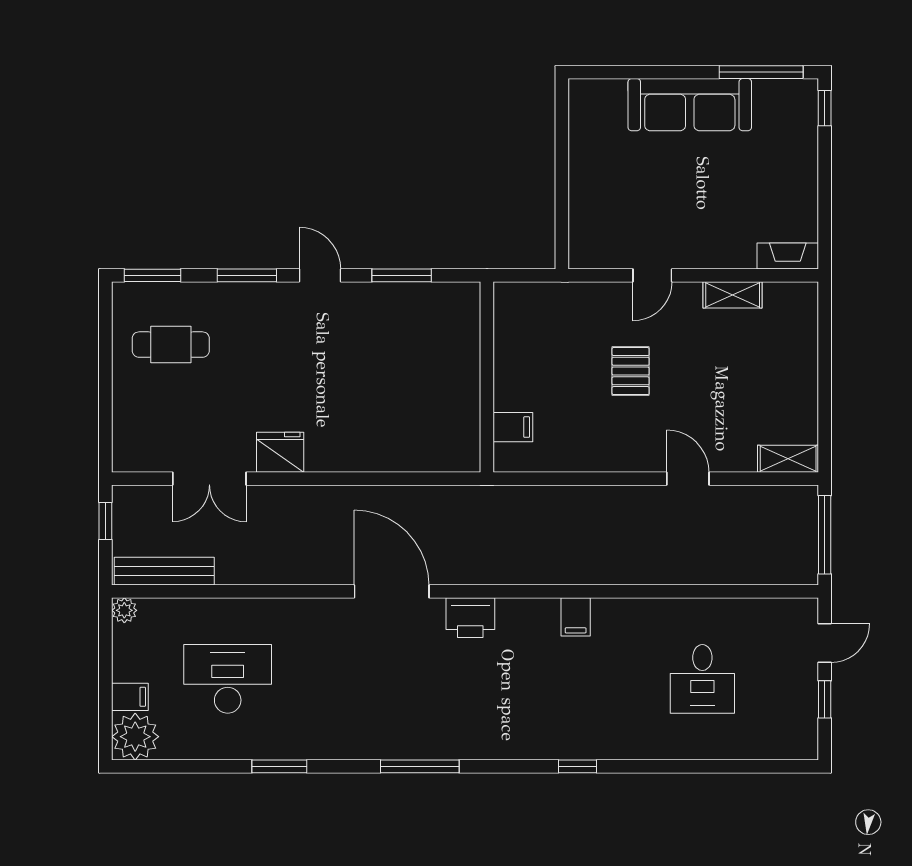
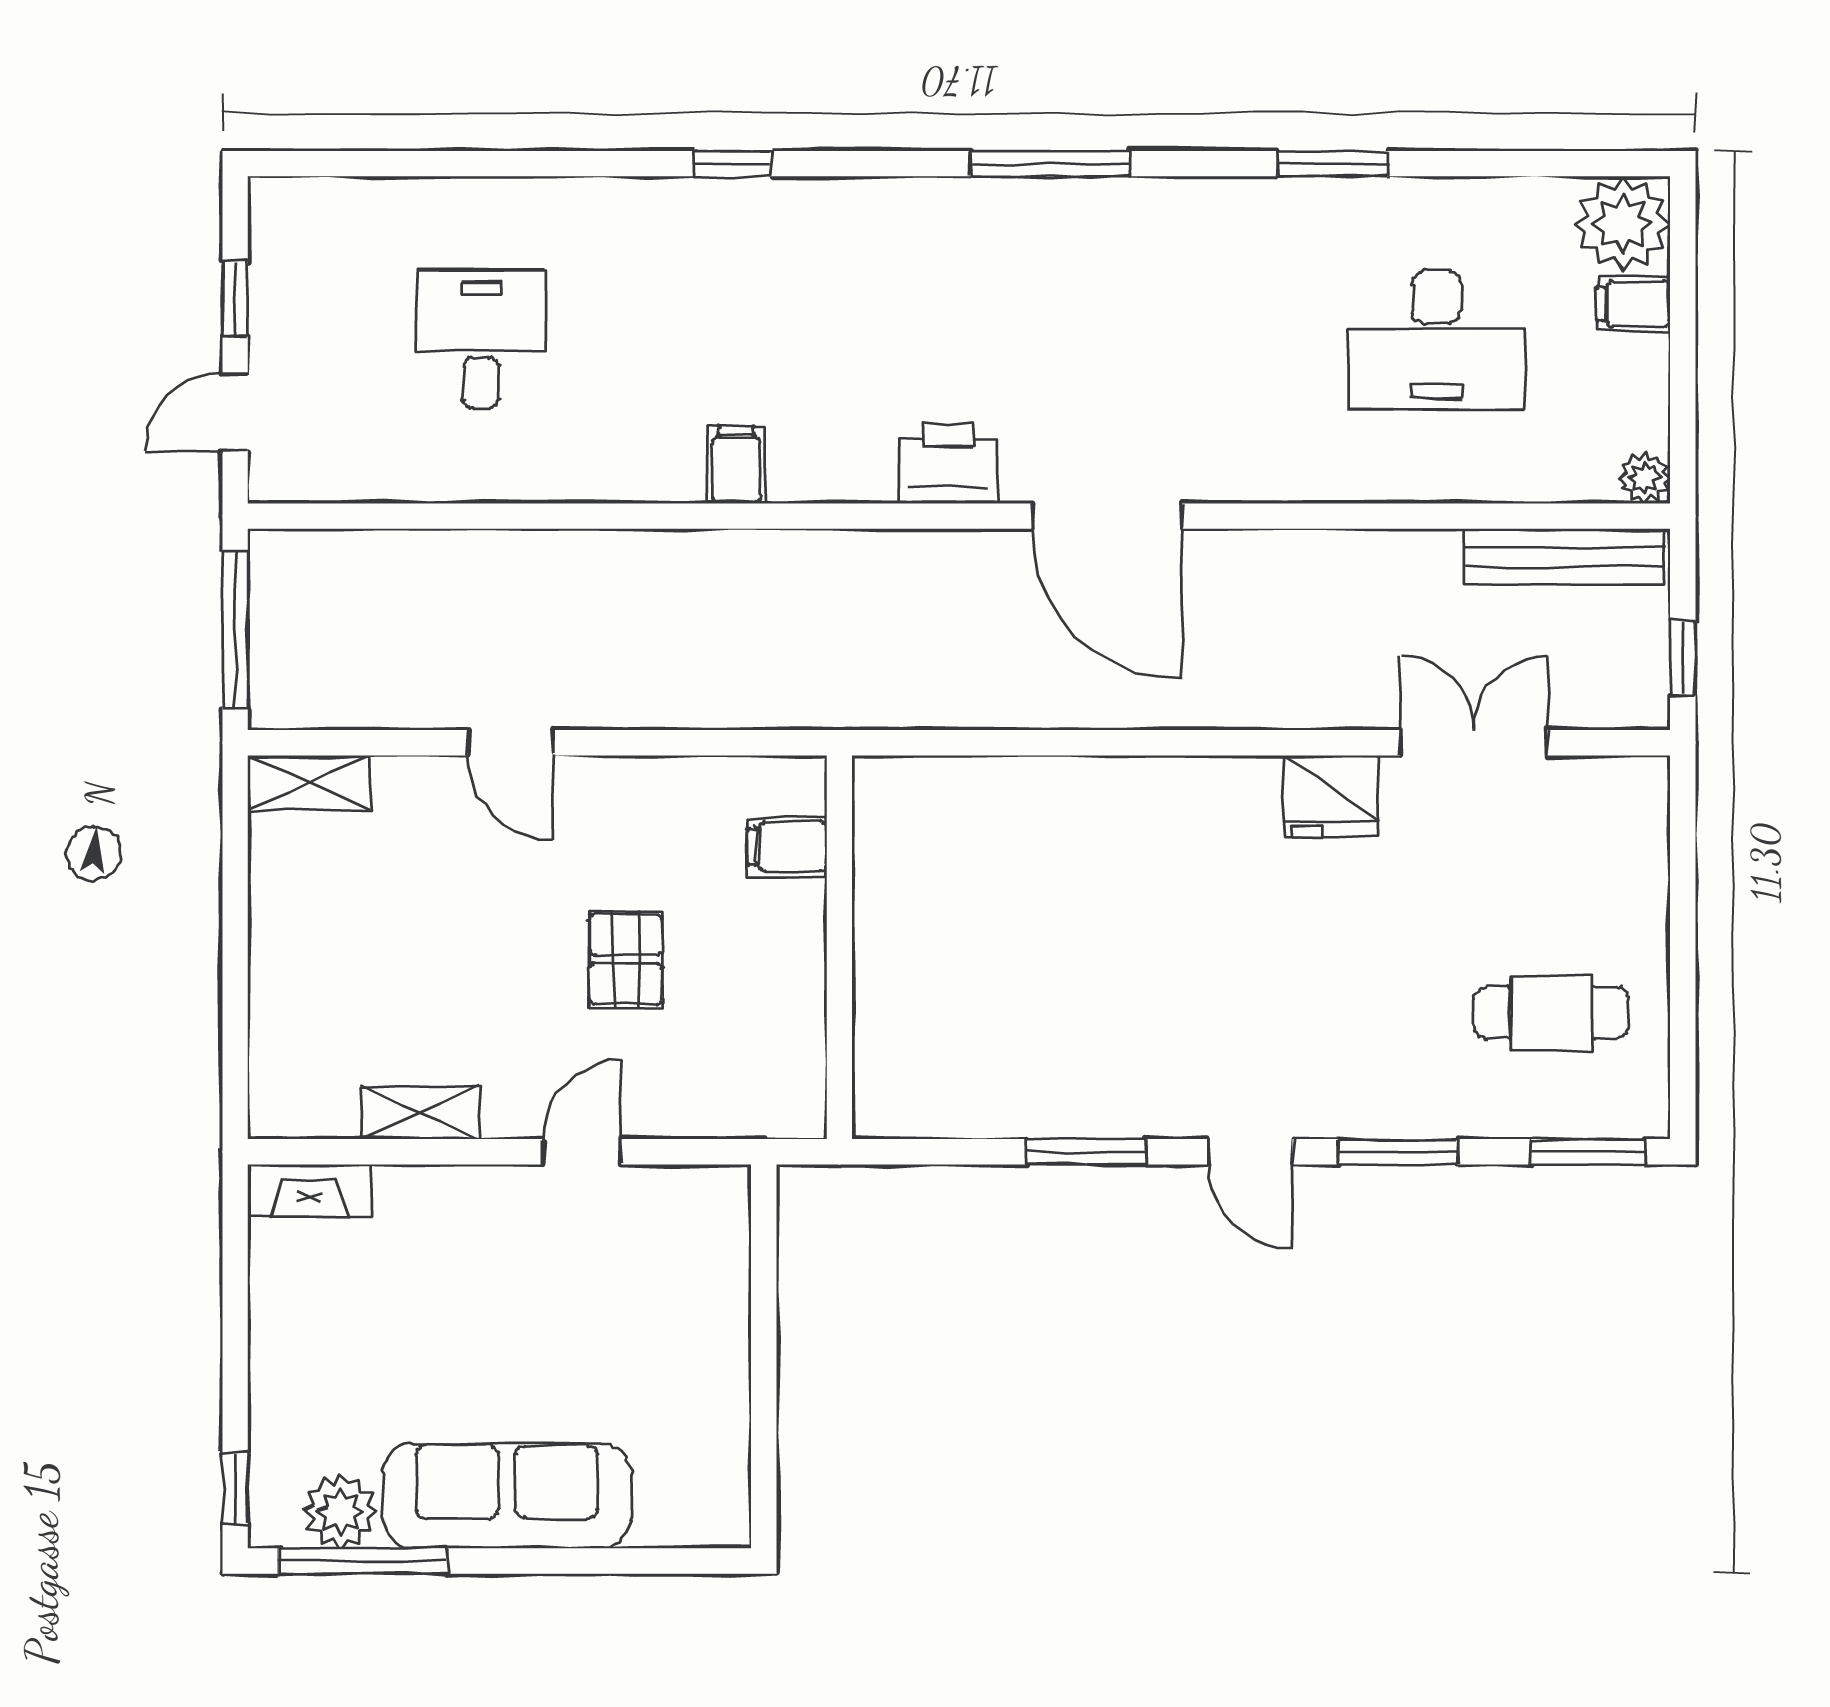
plant: (772, 97) -> (341, 1511), added
wall: (487, 377) -> (839, 947), moved
filing cabinet: (513, 427) -> (787, 847), moved

